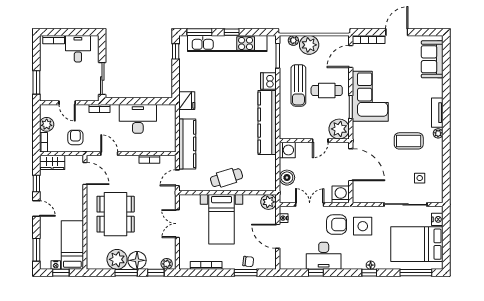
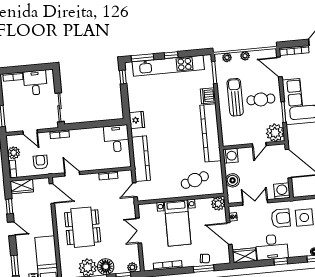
plant: (309, 45) -> (245, 56), width x0.53, depth x0.53
door: (351, 56) -> (279, 67), hinge flipped
sun lounger: (298, 85) -> (235, 97), turned 180
desk: (138, 119) -> (117, 138), moved, width x0.73
cafe table: (226, 178) -> (195, 180), moved
wardrobe: (293, 262) -> (245, 255), added
window: (316, 273) -> (281, 261), moved

